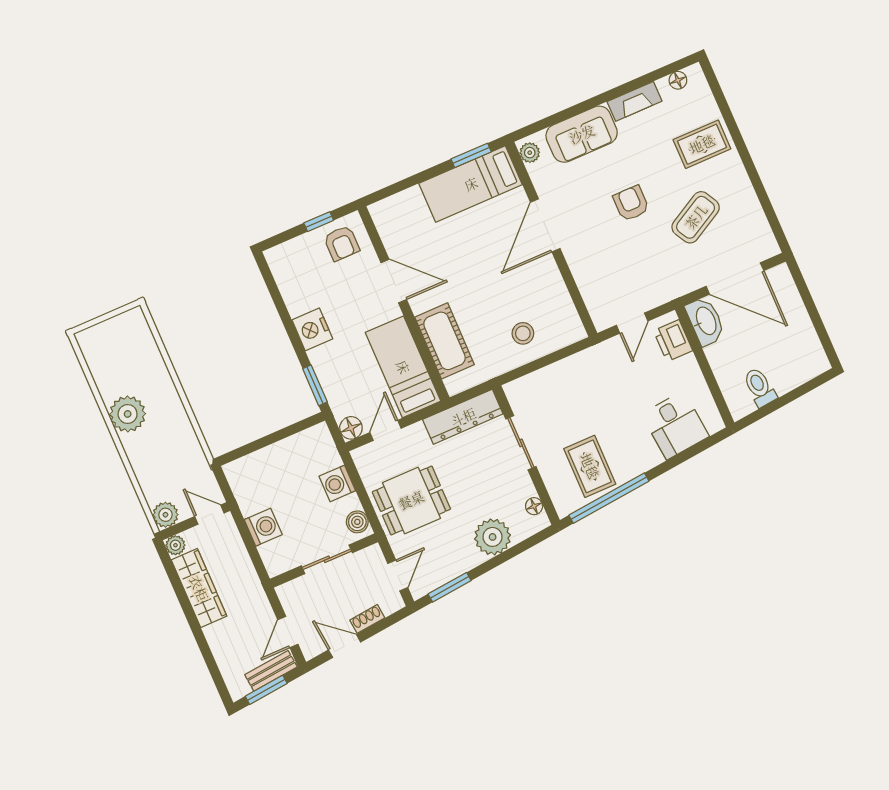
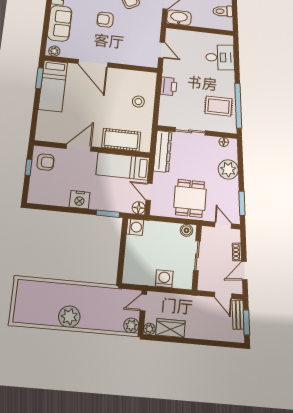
printer: (673, 341) -> (169, 86), moved, turned -90
washing machine: (337, 483) -> (135, 227), moved, turned -90
wardrobe: (199, 588) -> (170, 328), width x0.67

